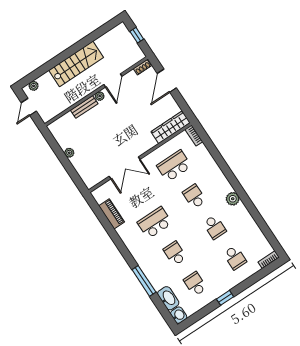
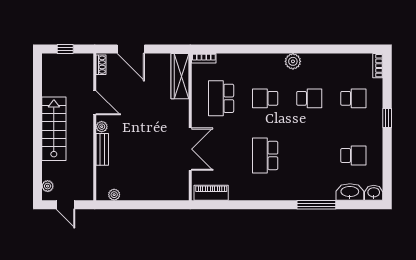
plant: (69, 153) -> (114, 195), moved
piano: (112, 214) -> (211, 193), moved
school desk: (175, 253) -> (309, 155), removed
school desk: (195, 284) -> (353, 155), turned 180
window: (225, 298) -> (387, 118), moved

